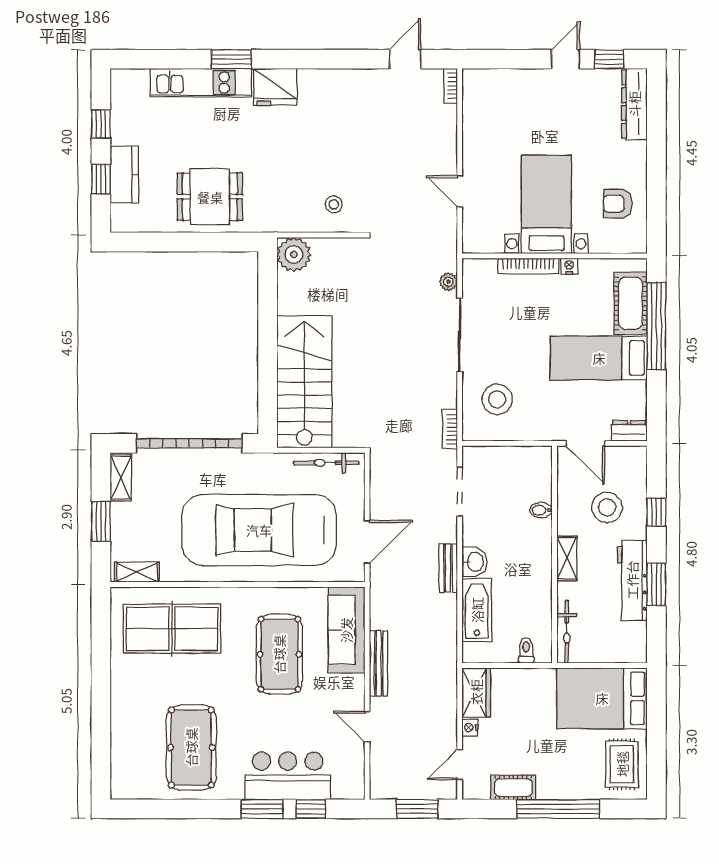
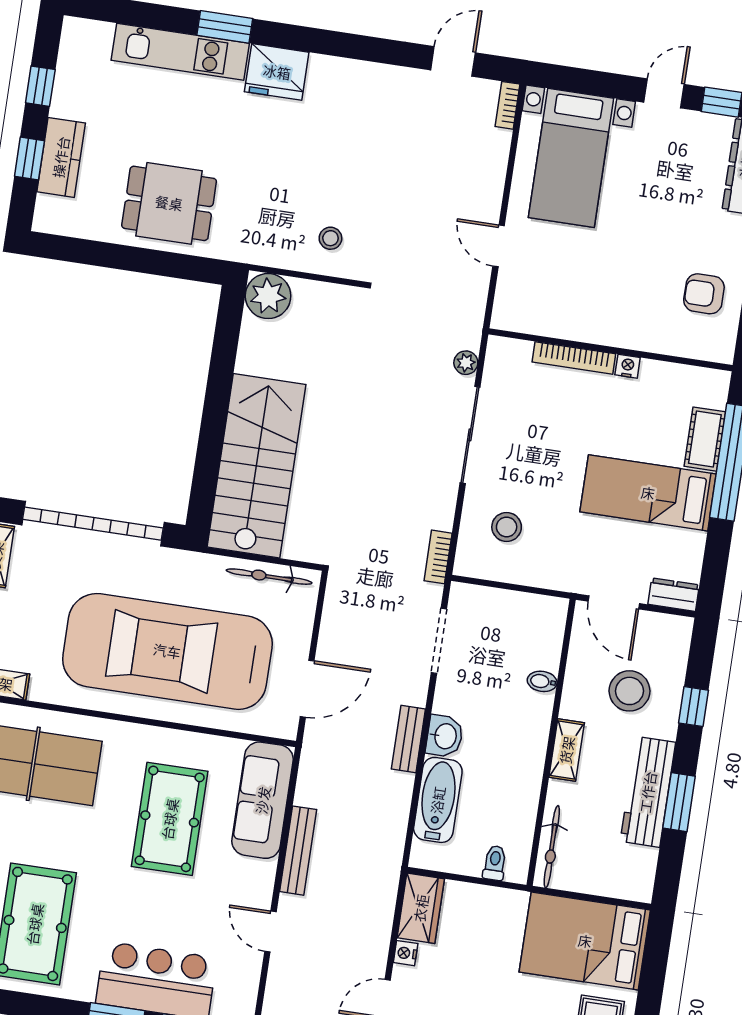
bed with nightstands: (546, 204) -> (571, 158), moved, turned 180
cot: (631, 303) -> (705, 439), width x0.73, depth x0.75
stool: (497, 399) -> (507, 527), width x0.73, depth x0.73

